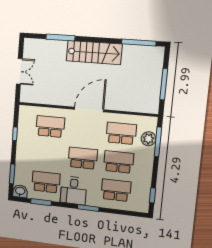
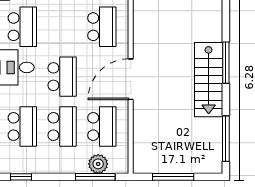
window: (60, 38) -> (226, 63), moved
door: (89, 109) -> (131, 79), swing flipped

